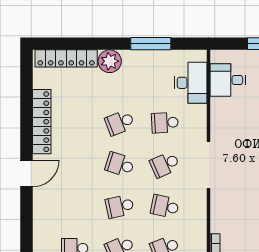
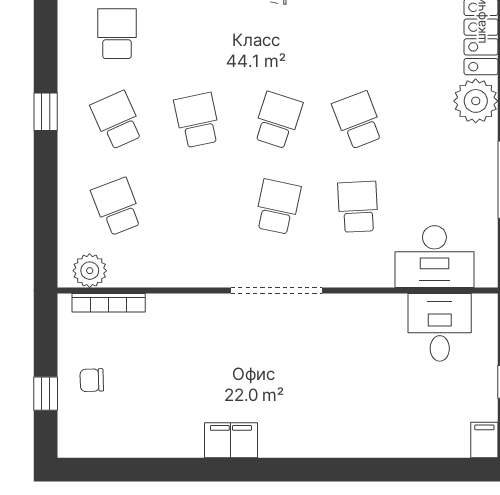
school desk: (165, 165) -> (278, 207), turned 36
school desk: (165, 206) -> (197, 207), removed

